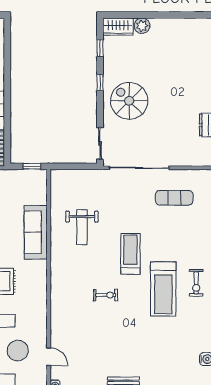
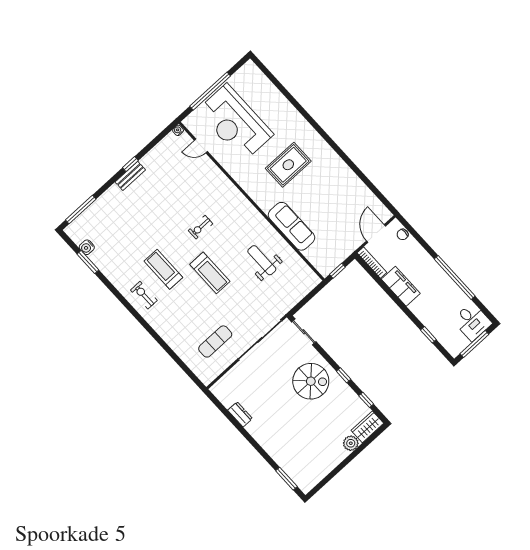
window: (7, 54) -> (428, 335), added
treadmill: (163, 289) -> (163, 269), width x0.73, depth x0.73

